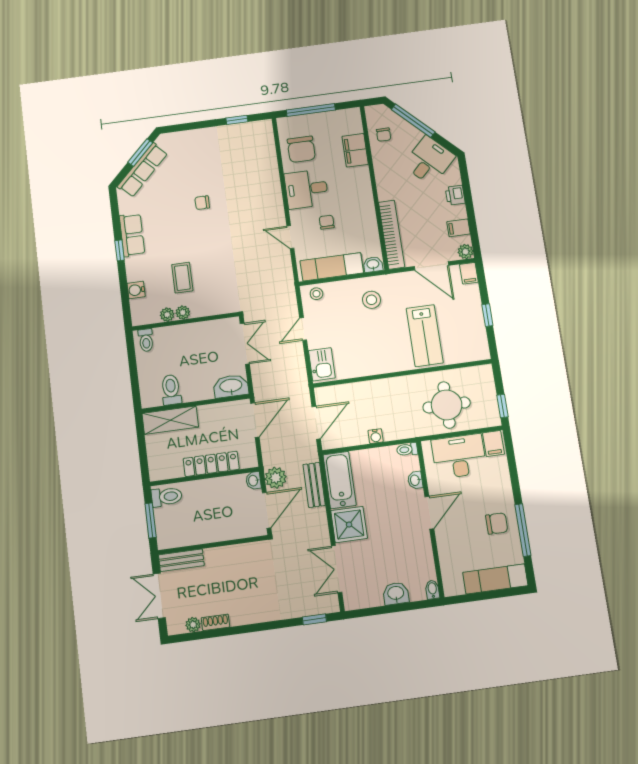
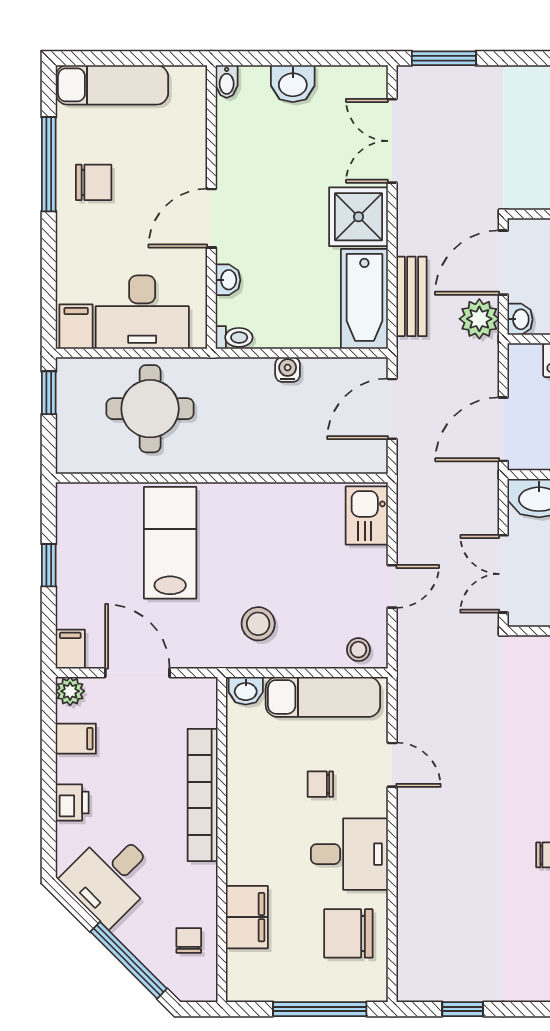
chair: (301, 149) -> (348, 933), turned -90
chair: (327, 222) -> (320, 784), turned 90
bookcase: (392, 235) -> (203, 795), moved
chair: (497, 523) -> (94, 182), turned 180
double door: (337, 569) -> (392, 141), swing flipped
window: (314, 619) -> (444, 58), width x1.50

